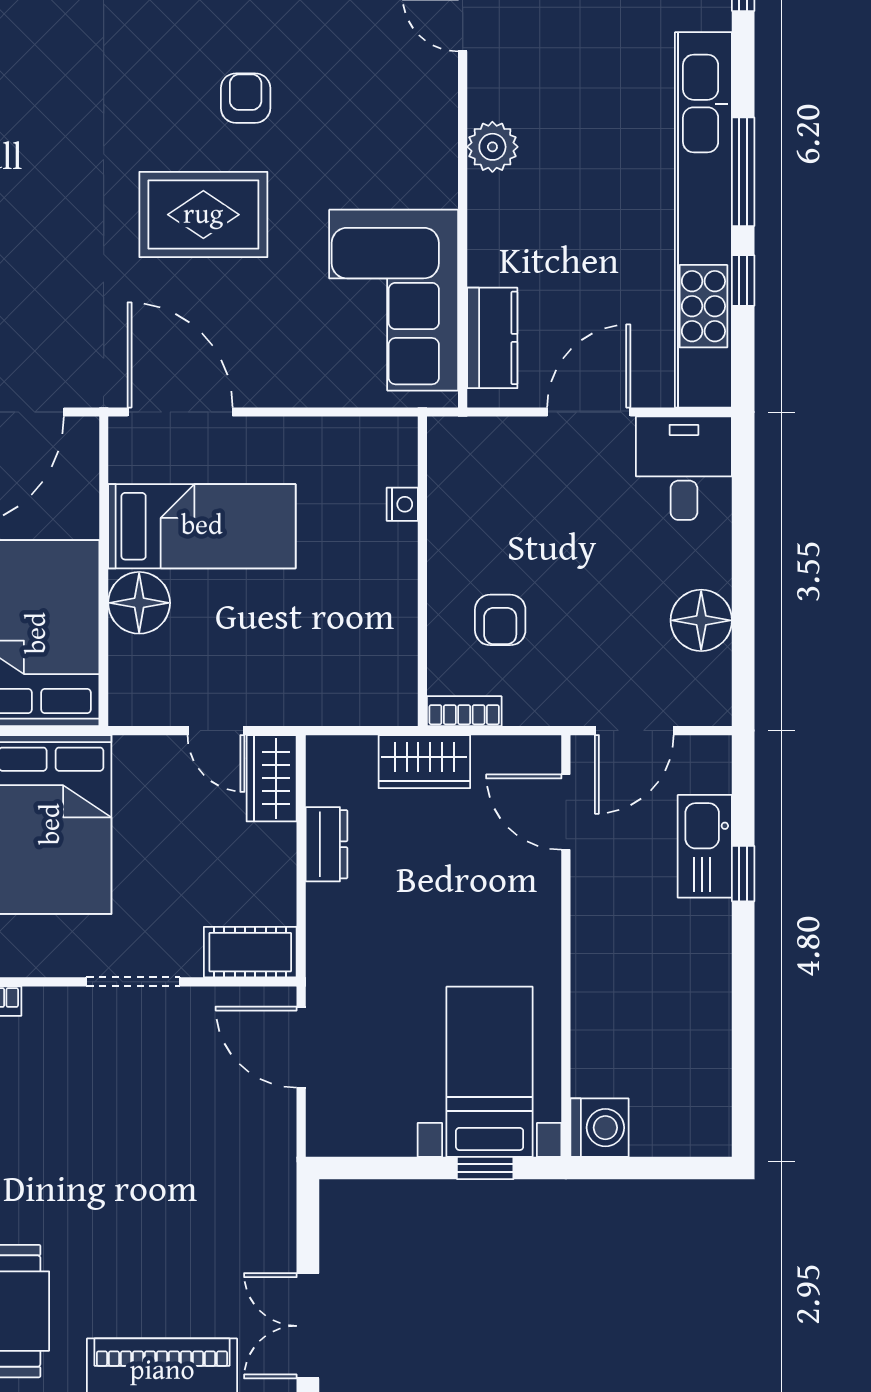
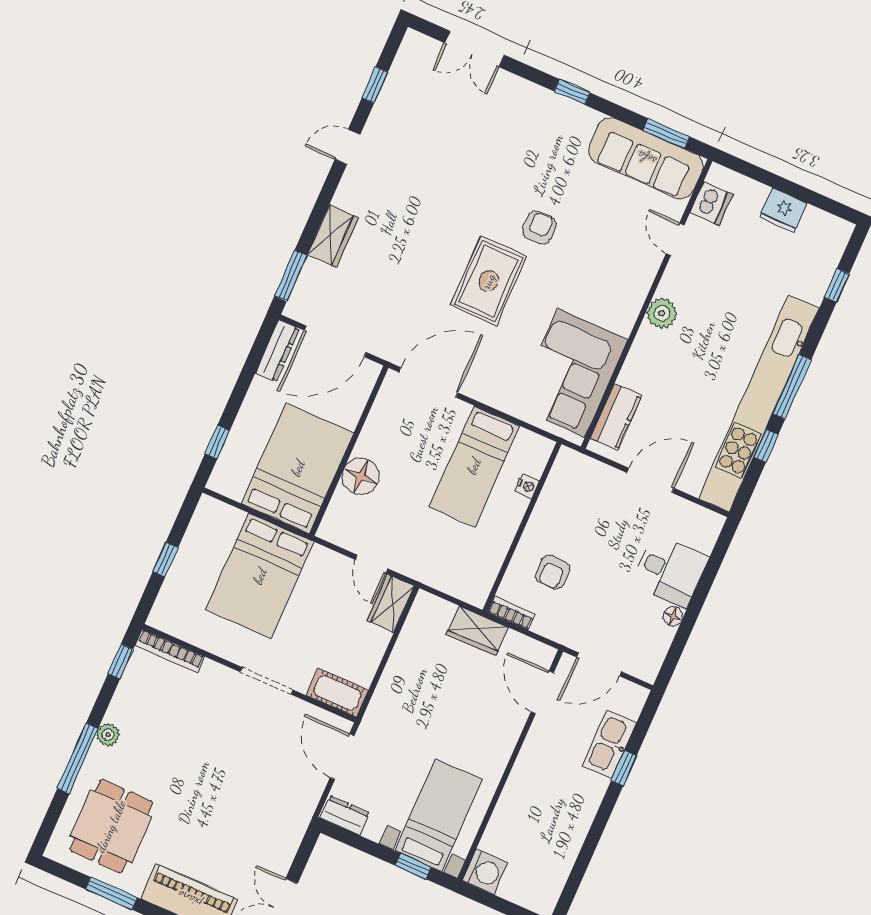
rug: (203, 215) -> (488, 281), turned 90
door: (180, 412) -> (429, 382), hinge flipped
desk: (684, 468) -> (670, 571), moved, turned 90
bed: (202, 526) -> (474, 466), moved, turned 90
floor lamp: (701, 620) -> (673, 616), width x0.53, depth x0.53
dresser: (327, 844) -> (345, 815), moved, turned -90

